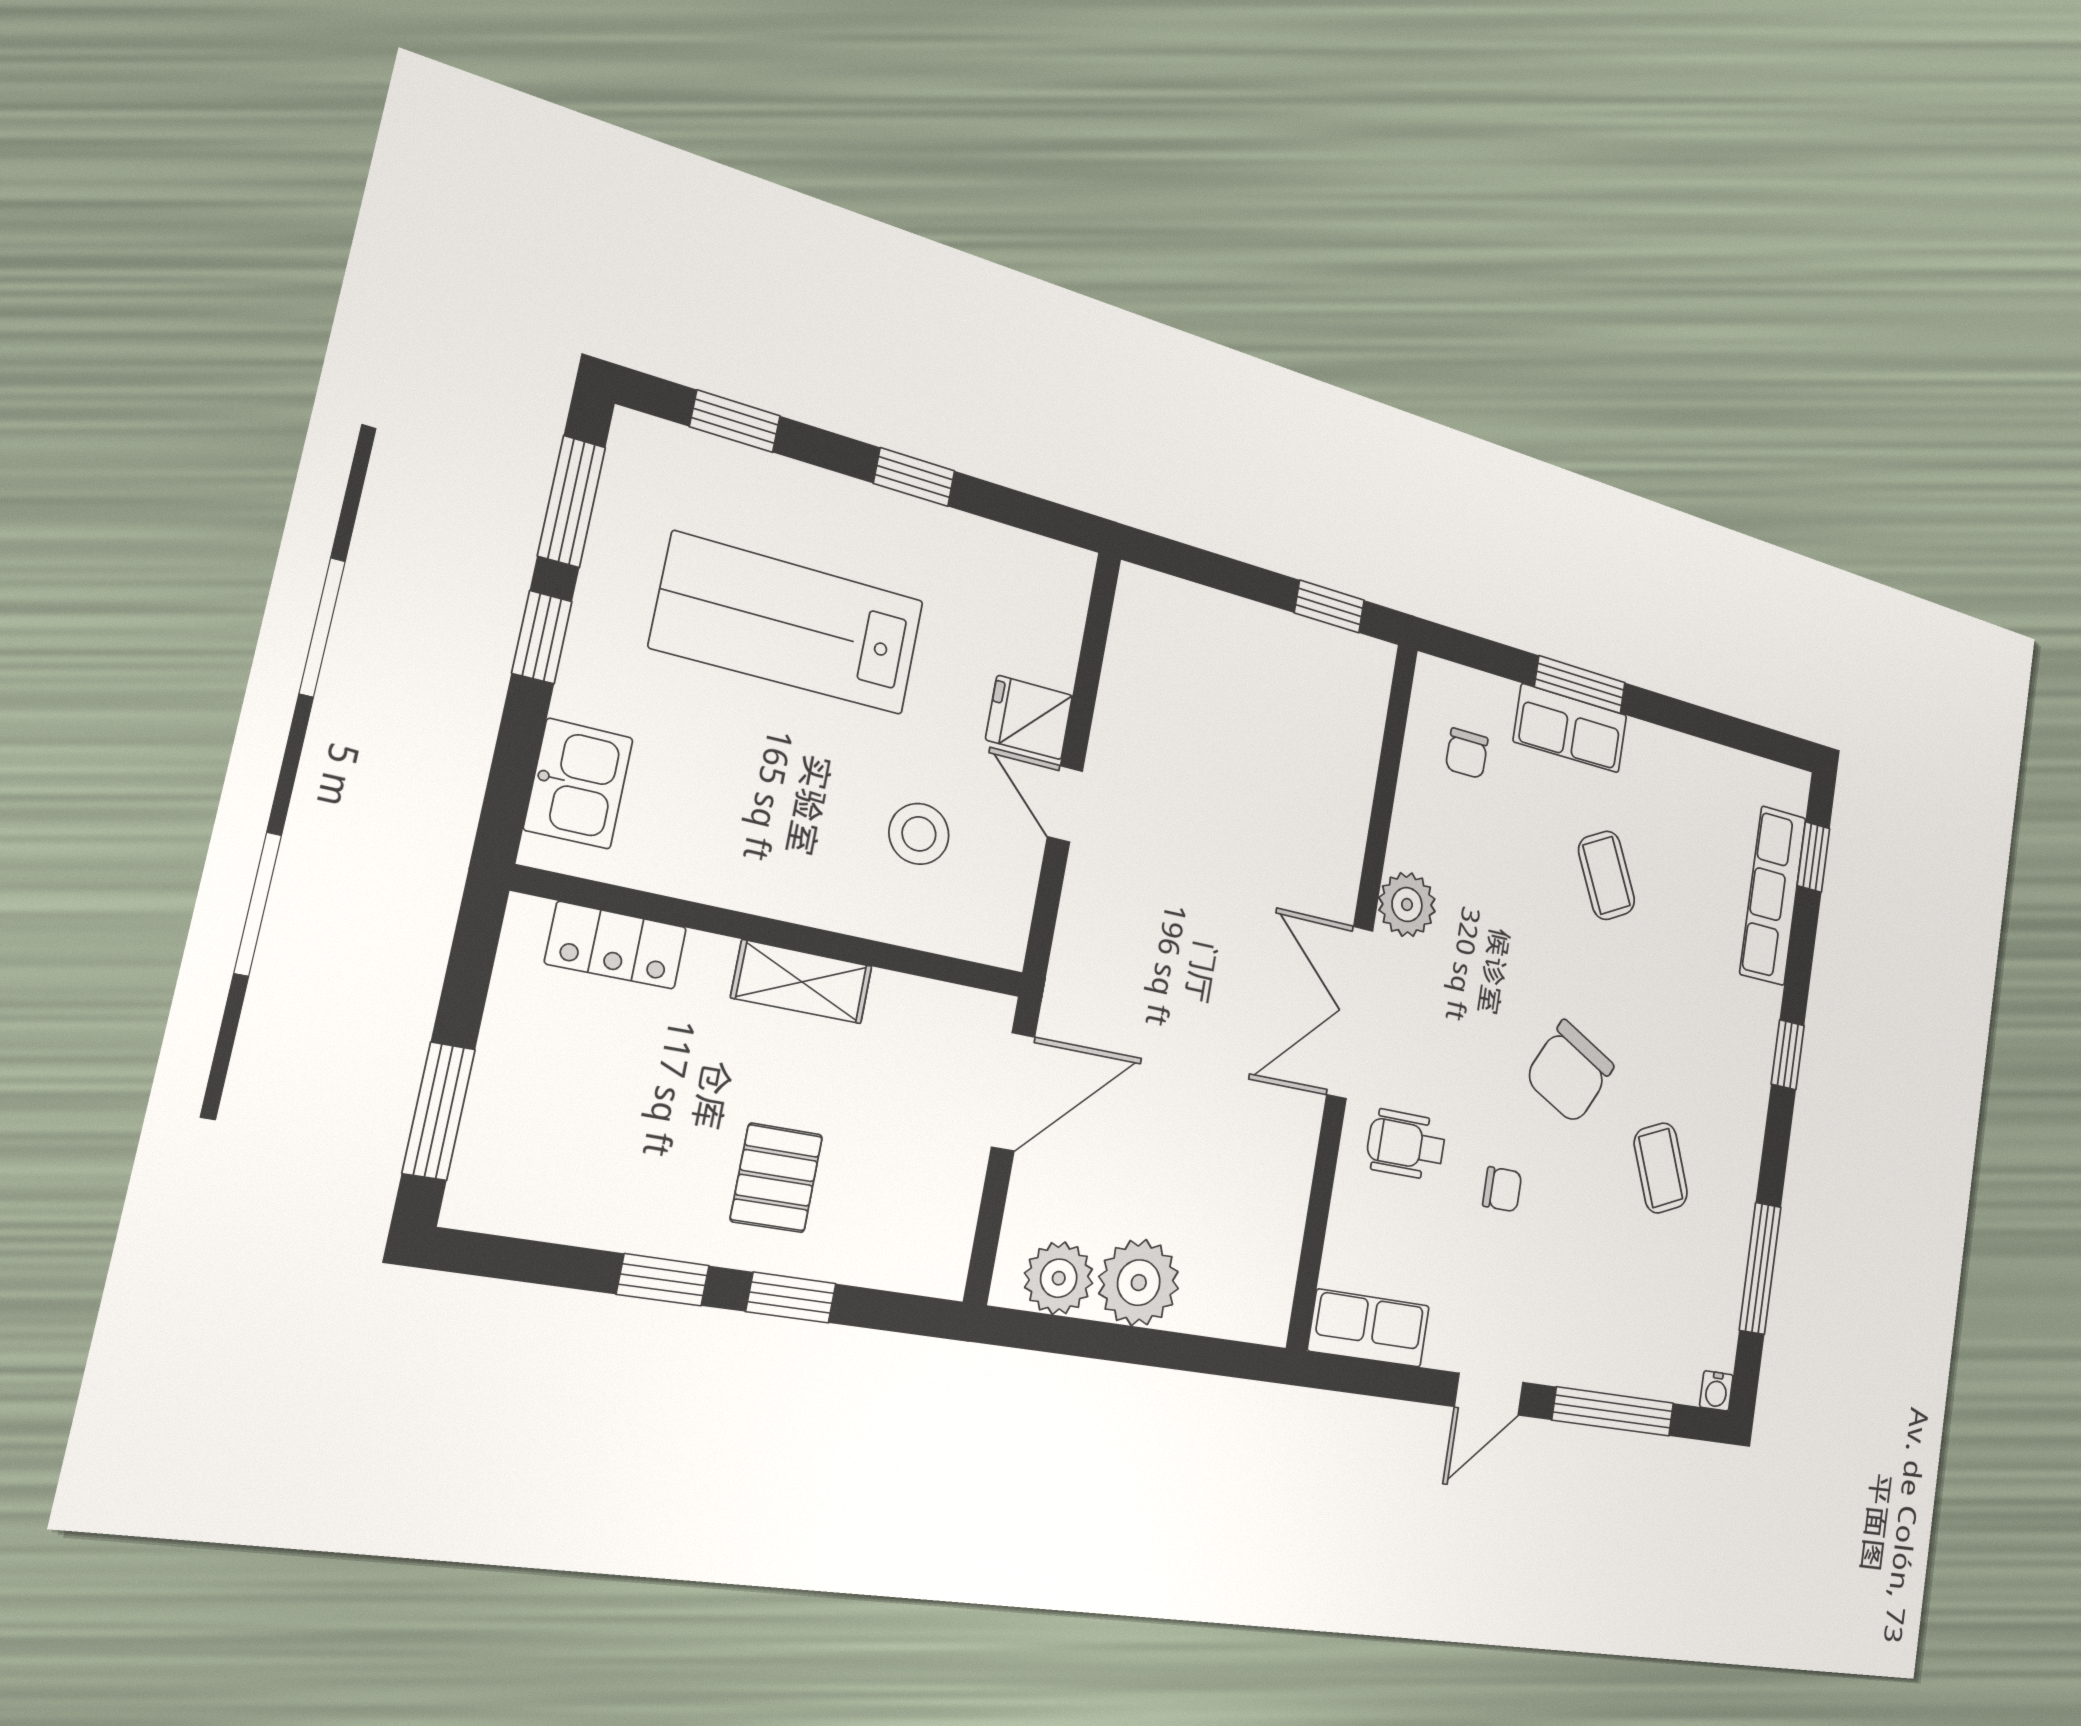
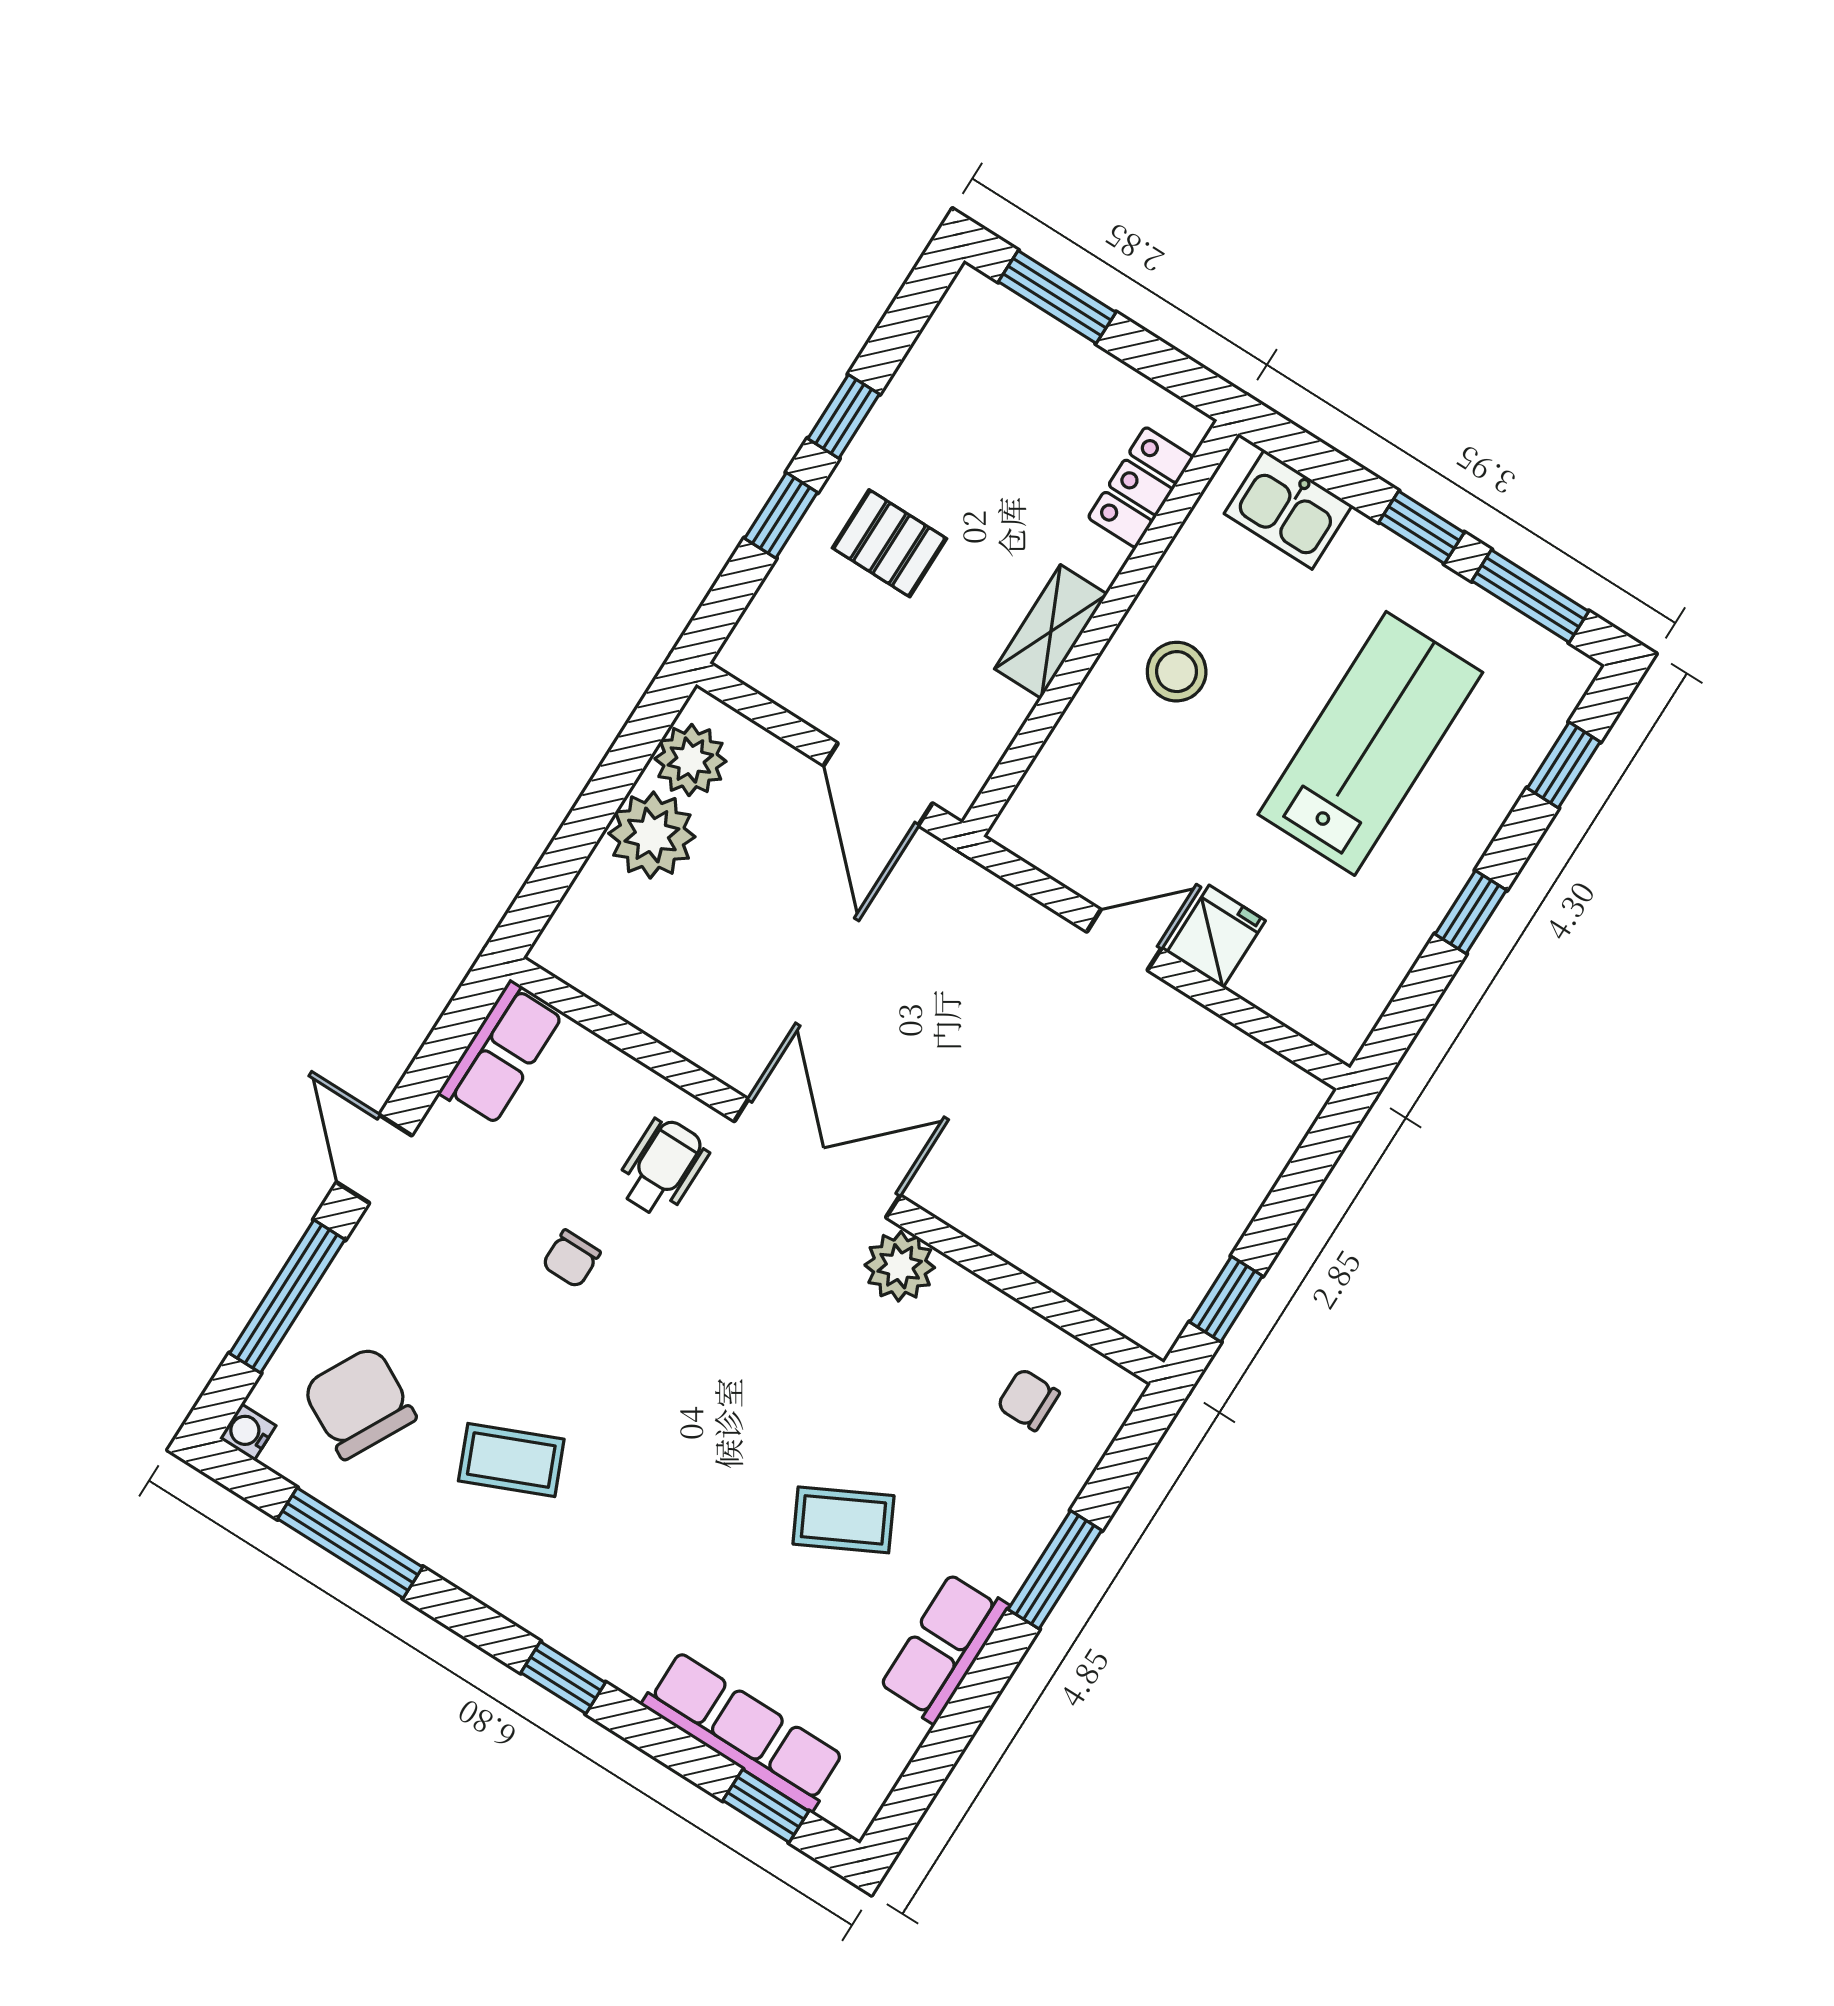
row of seats: (1570, 728) -> (944, 1647), moved
stool: (919, 834) -> (1177, 672), moved
chair: (1570, 1072) -> (359, 1403), moved

